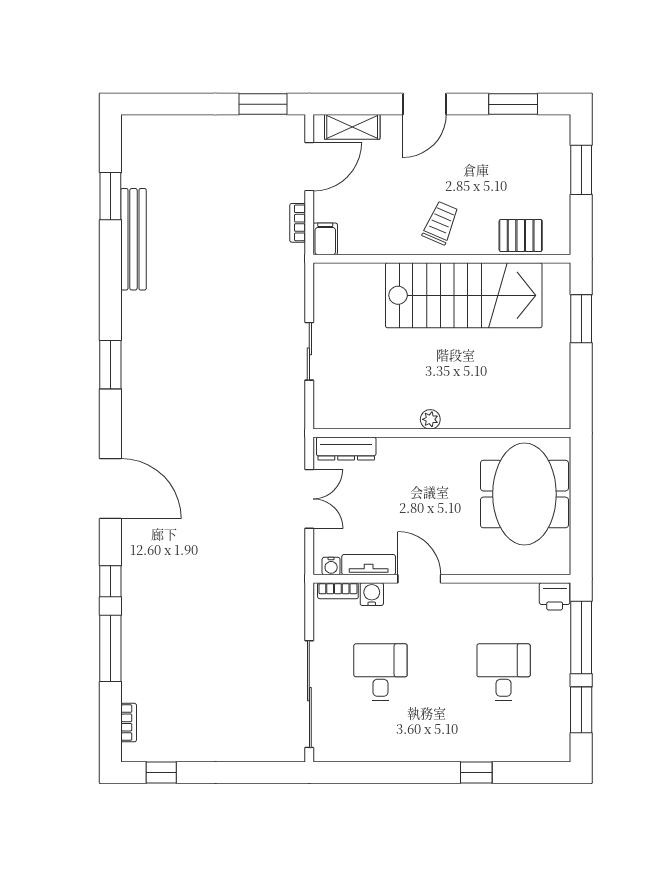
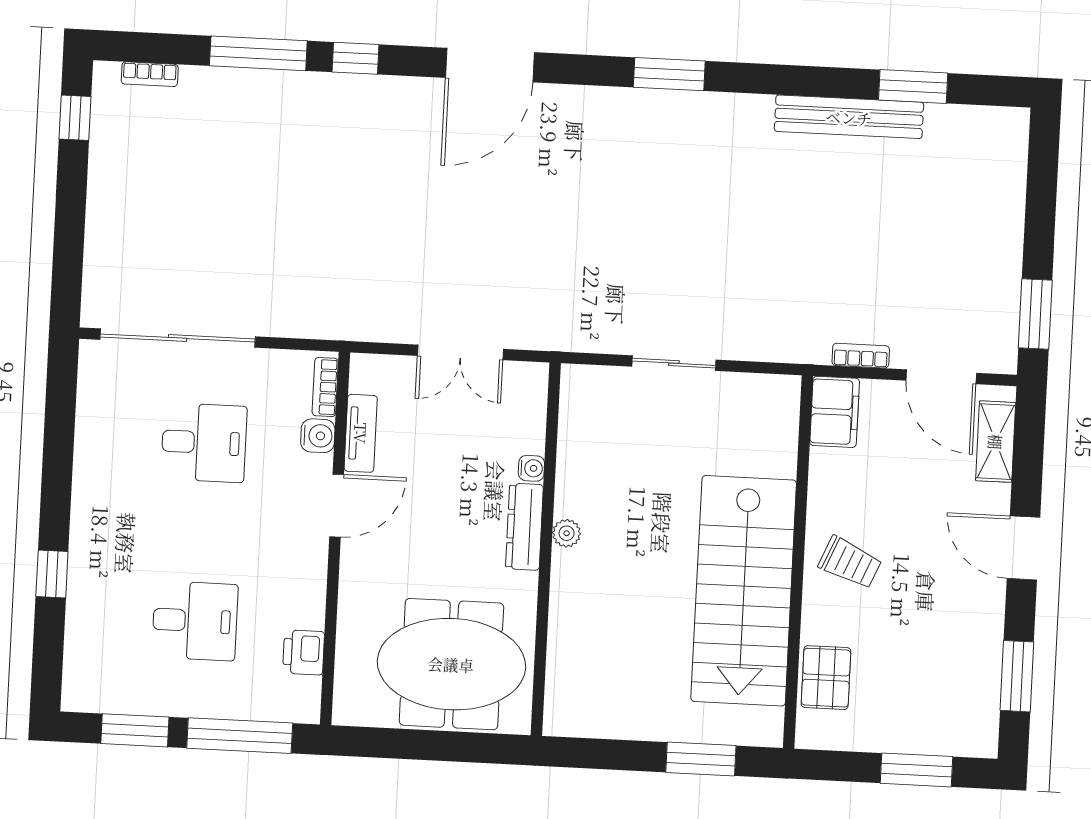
filing cabinet: (325, 239) -> (835, 412), width x2.00
dresser: (346, 449) -> (524, 527), moved
water cooler: (331, 566) -> (531, 468), moved, turned 180
printer: (555, 596) -> (304, 652), moved

